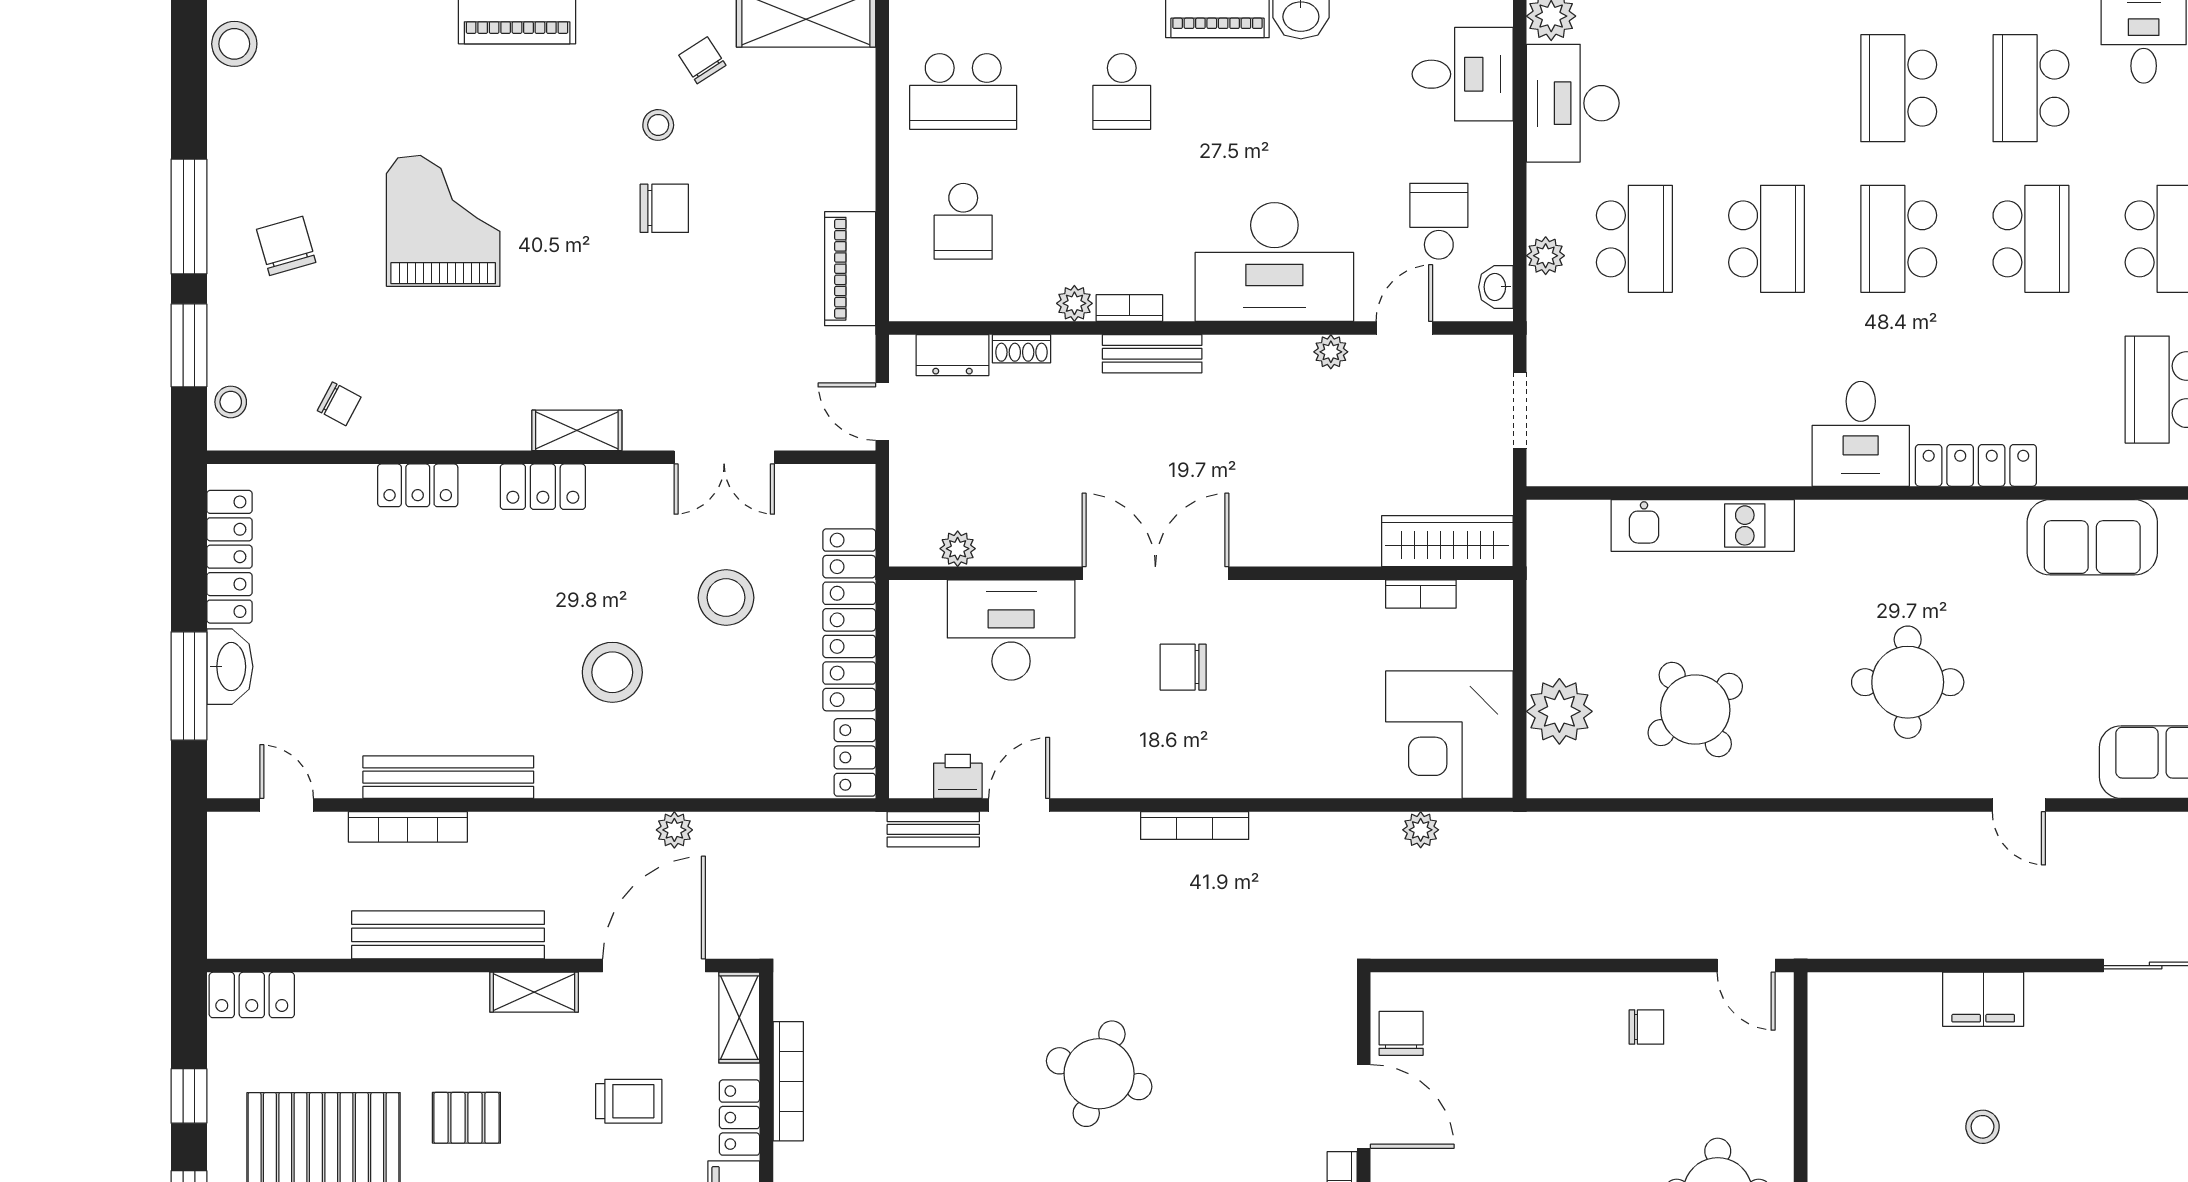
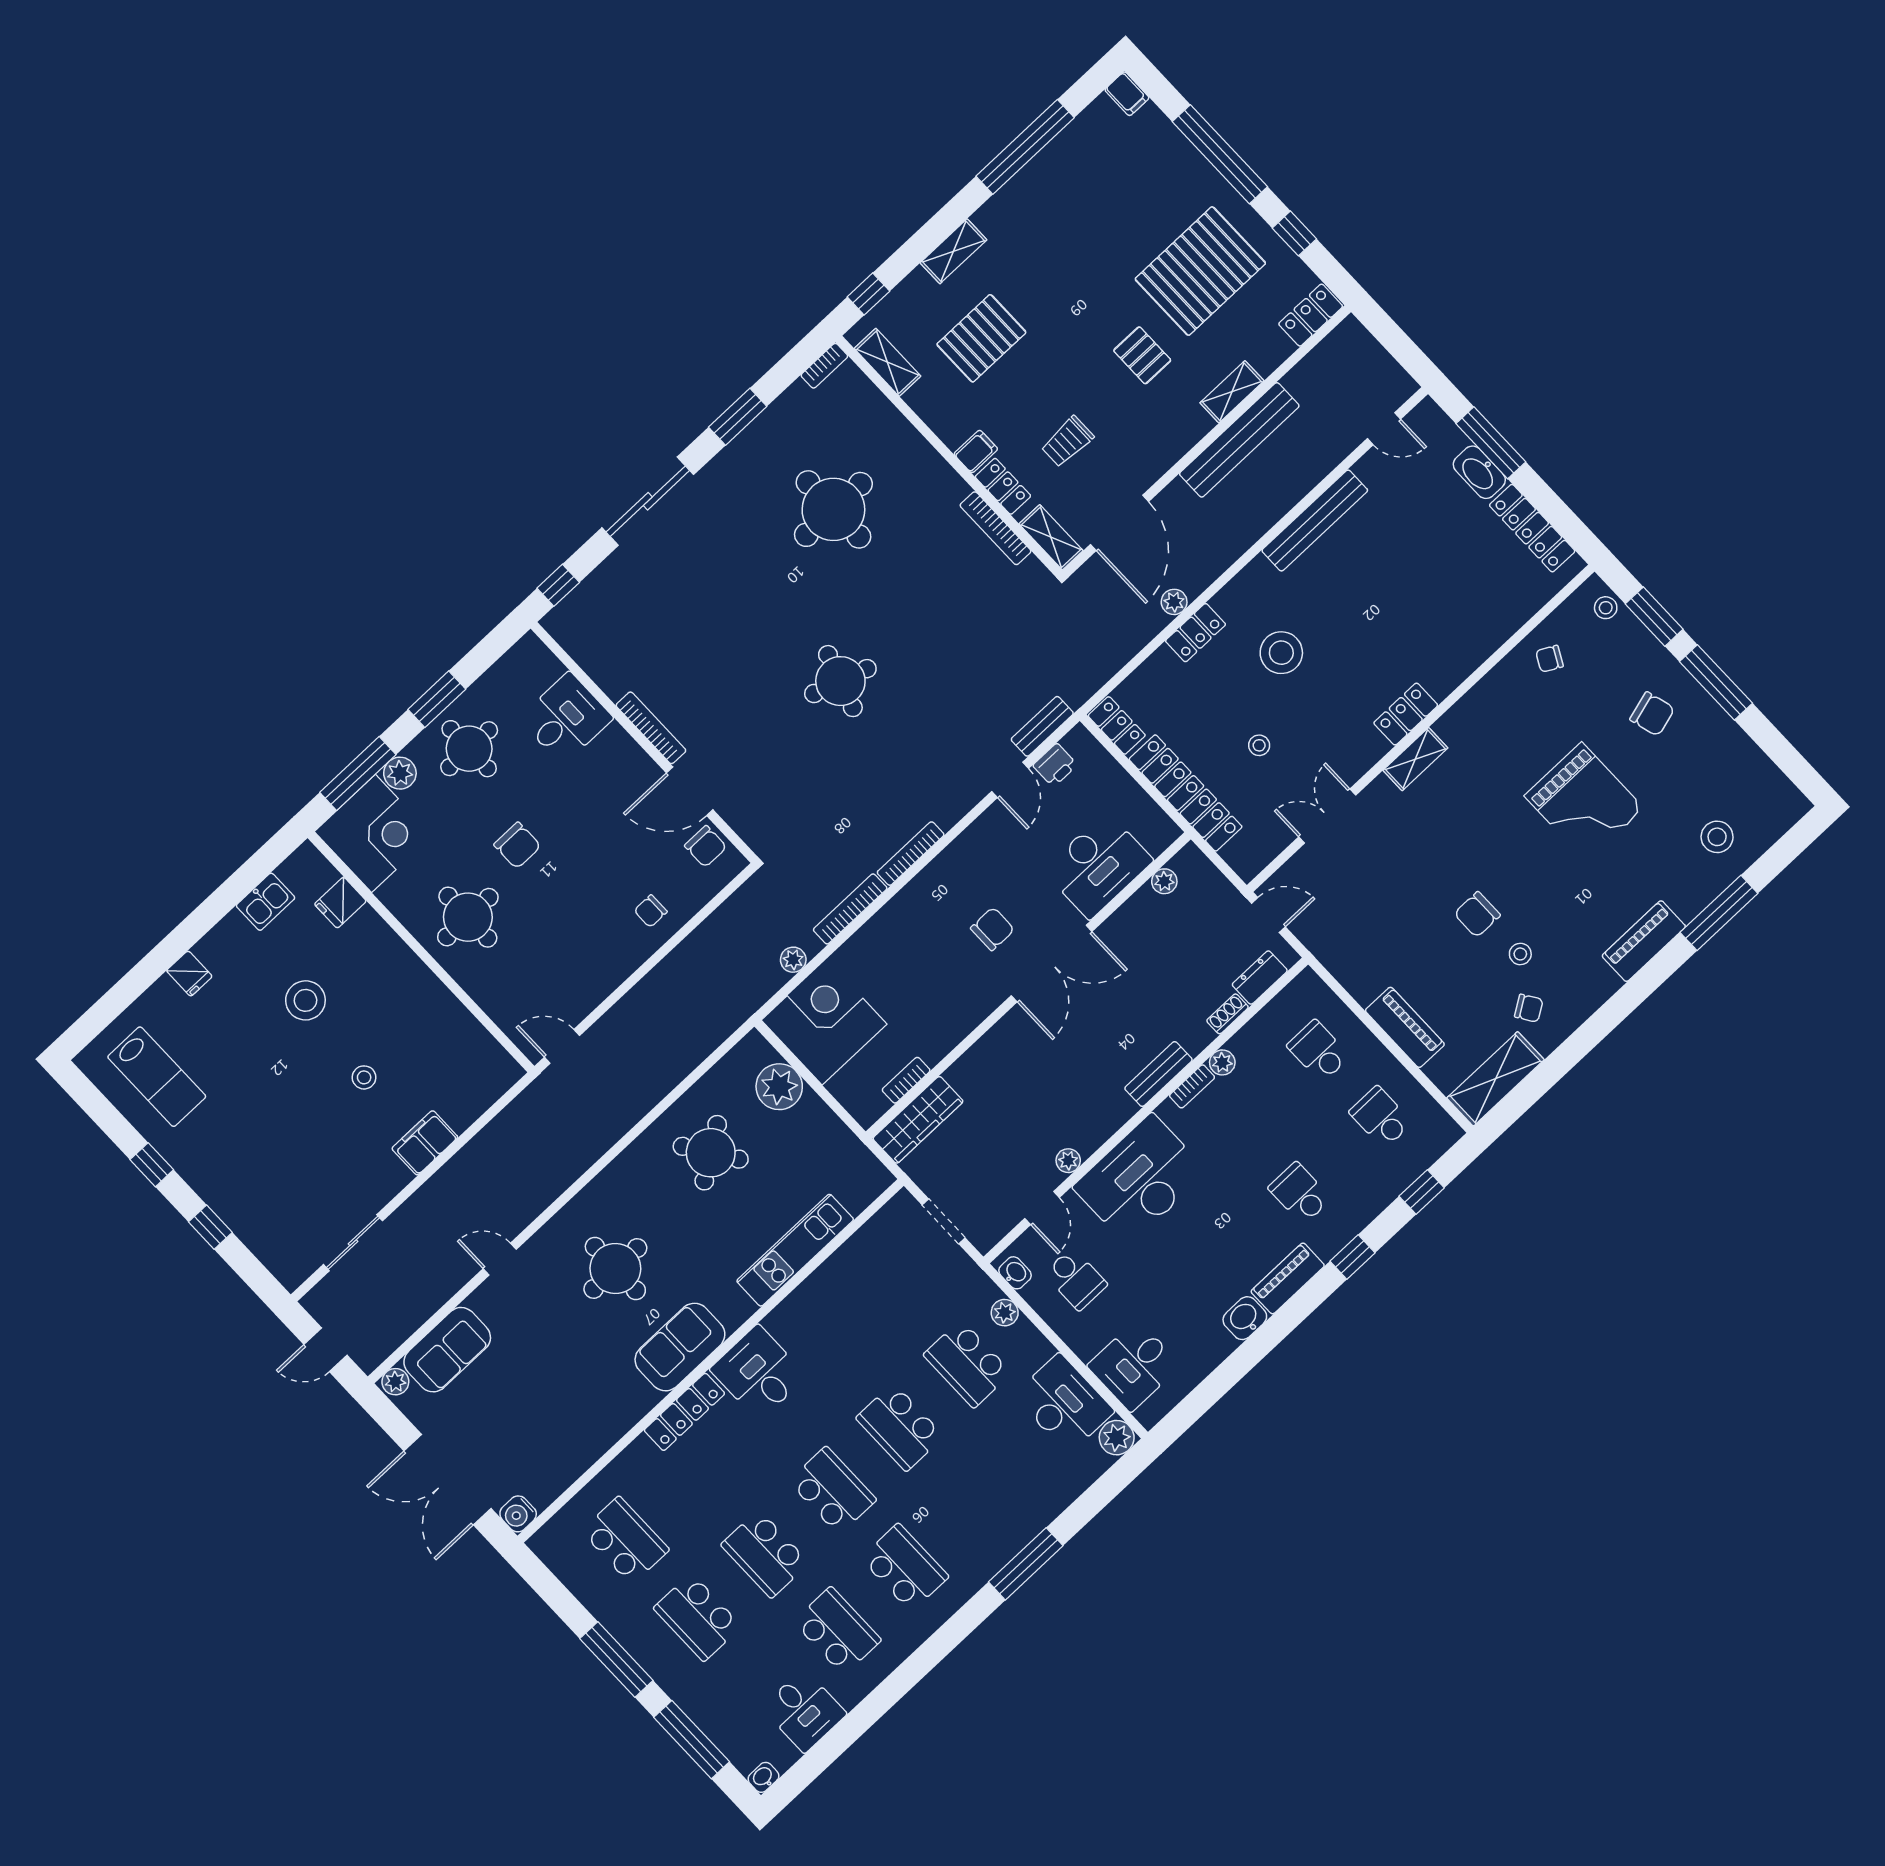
stool: (234, 44) -> (1717, 837), moved
school desk: (963, 91) -> (1381, 1117), width x0.54
piano: (850, 269) -> (1405, 1027), moved
locker: (418, 485) -> (1196, 633), moved, turned 180
sofa: (2092, 537) -> (680, 1347), moved
stool: (726, 598) -> (1259, 745), width x0.53, depth x0.53
bookcase: (408, 827) -> (850, 909), moved
shelving: (534, 992) -> (1232, 392), moved
chair: (1646, 1027) -> (651, 911), moved
pallet: (466, 1118) -> (1142, 355), turned 90

